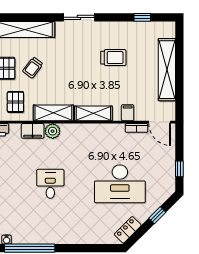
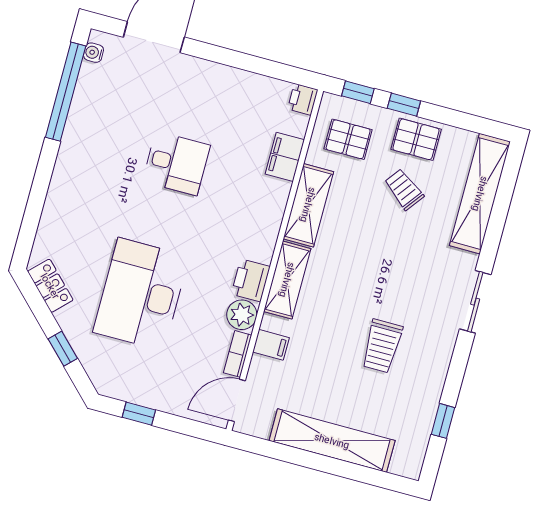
plant: (53, 131) -> (242, 315), moved
printer: (98, 131) -> (251, 280), added

